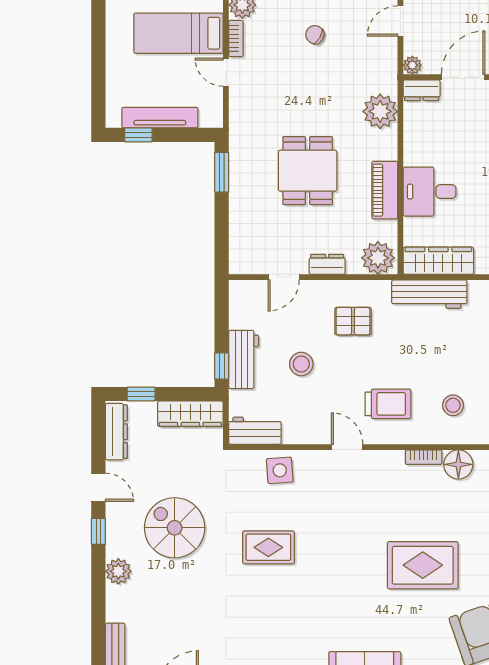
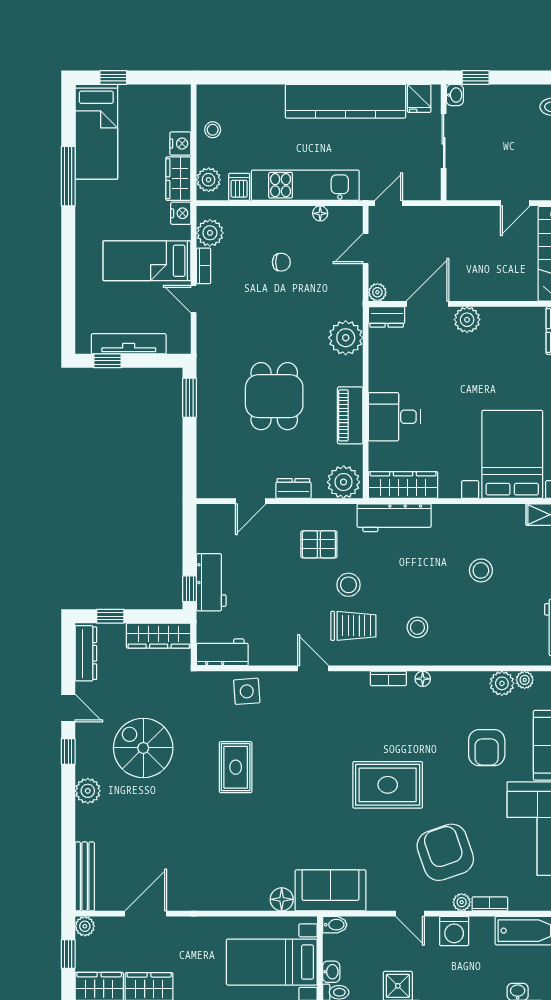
chair: (315, 35) -> (281, 262), turned 150
stool: (301, 364) -> (348, 585), moved
floor lamp: (458, 464) -> (423, 679), width x0.53, depth x0.53
rug: (268, 547) -> (236, 767), turned 90

